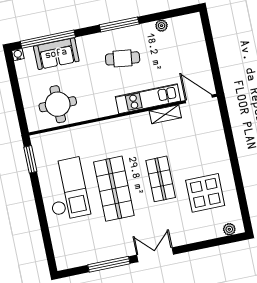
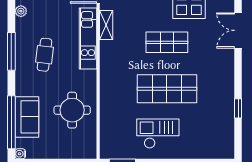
round table: (58, 104) -> (72, 110), moved
checkout: (67, 189) -> (158, 134), width x0.73, depth x0.83
double door: (155, 255) -> (238, 30), moved
window: (109, 264) -> (238, 108), width x0.46

